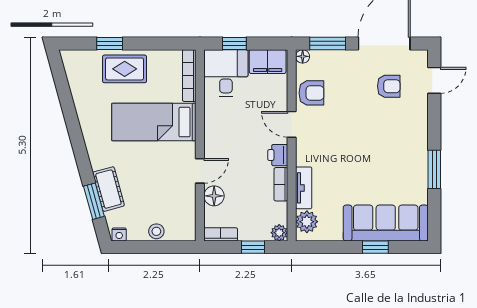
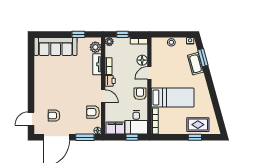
rug: (125, 69) -> (198, 125), moved
armchair: (218, 129) -> (140, 94), added
window: (434, 169) -> (31, 74), removed
window: (375, 247) -> (78, 34), moved

